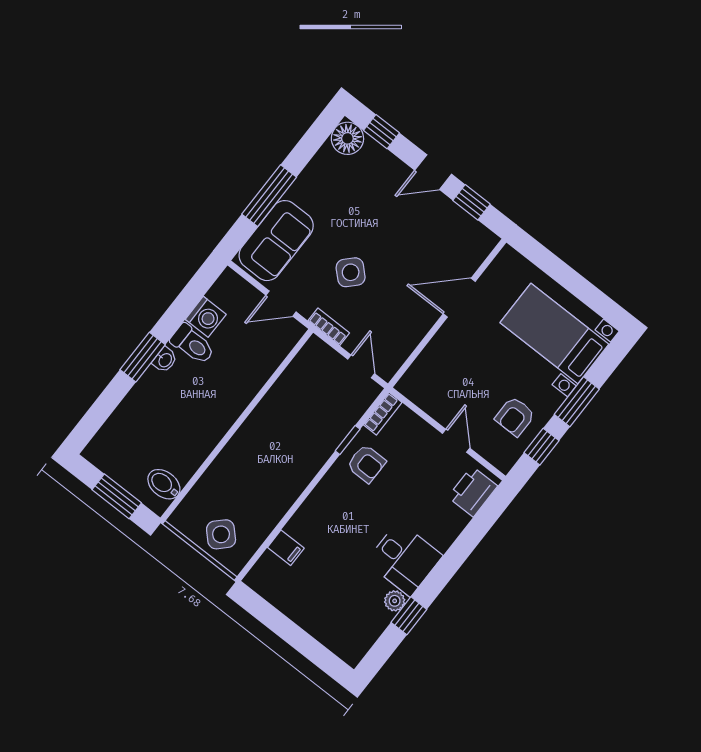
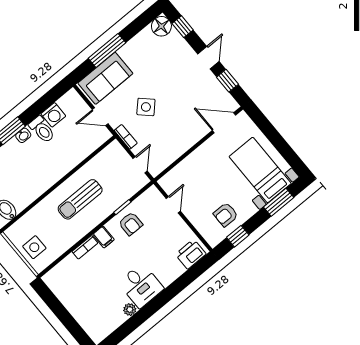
door: (433, 172) -> (208, 58), swing flipped
door: (459, 298) -> (224, 123), moved
window: (577, 402) -> (279, 202), moved
bookcase: (383, 414) -> (85, 247), moved
door: (456, 441) -> (173, 205), moved
sun lounger: (278, 442) -> (80, 199), added
side table: (221, 534) -> (34, 247), turned 45
filing cabinet: (286, 548) -> (103, 237), moved
window: (409, 616) -> (136, 320), removed

